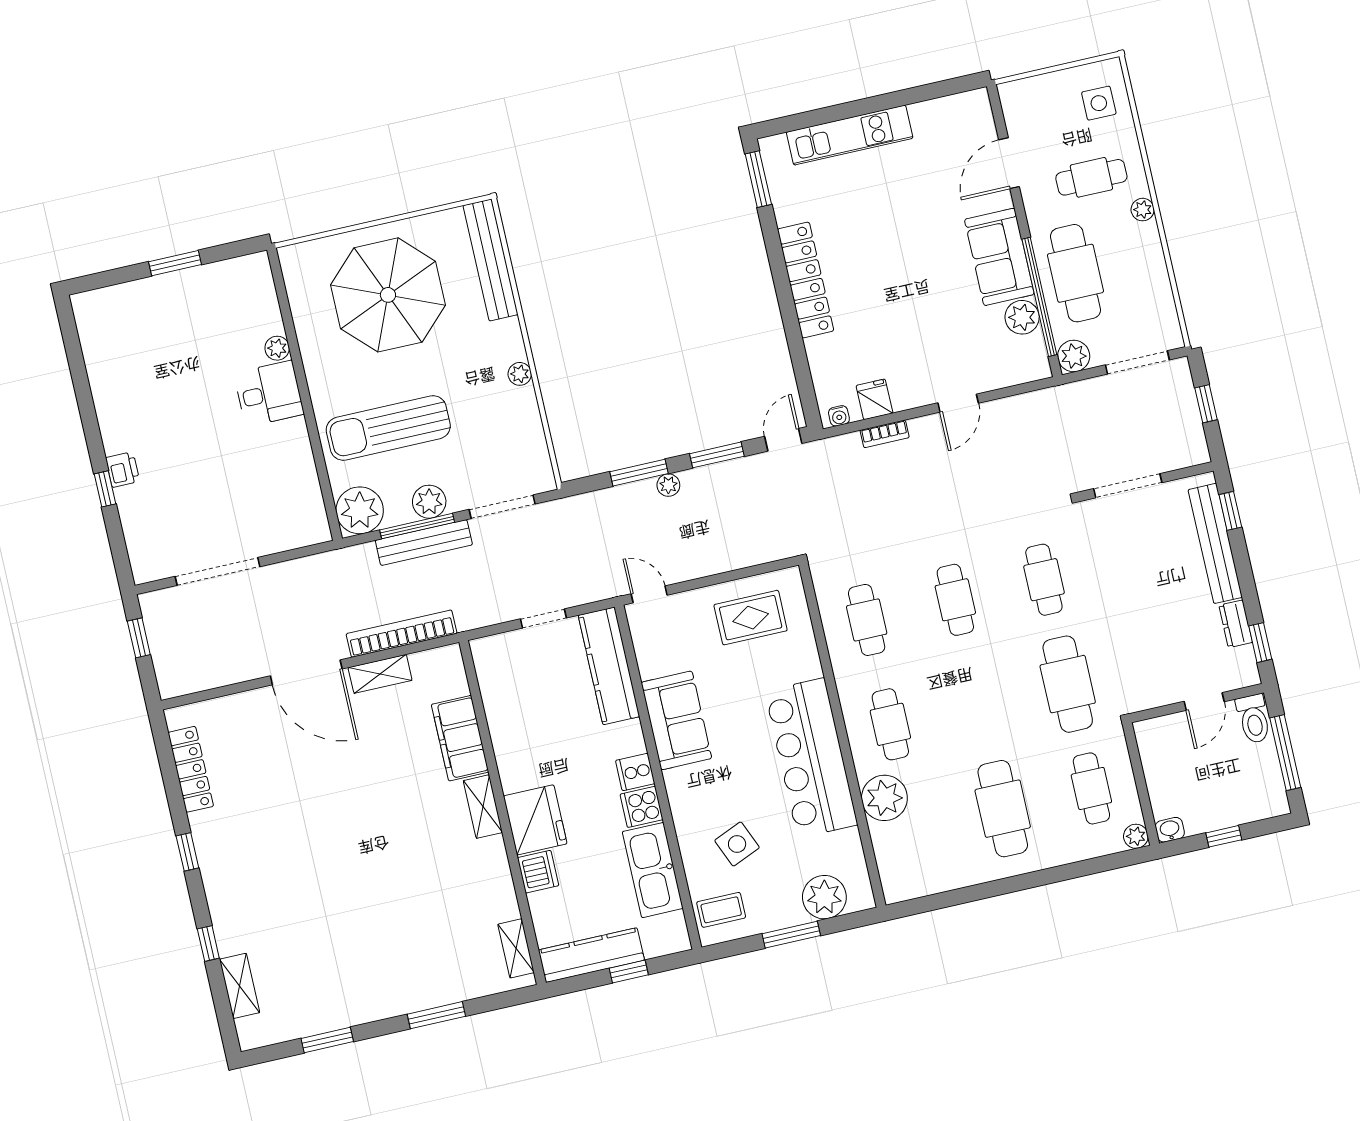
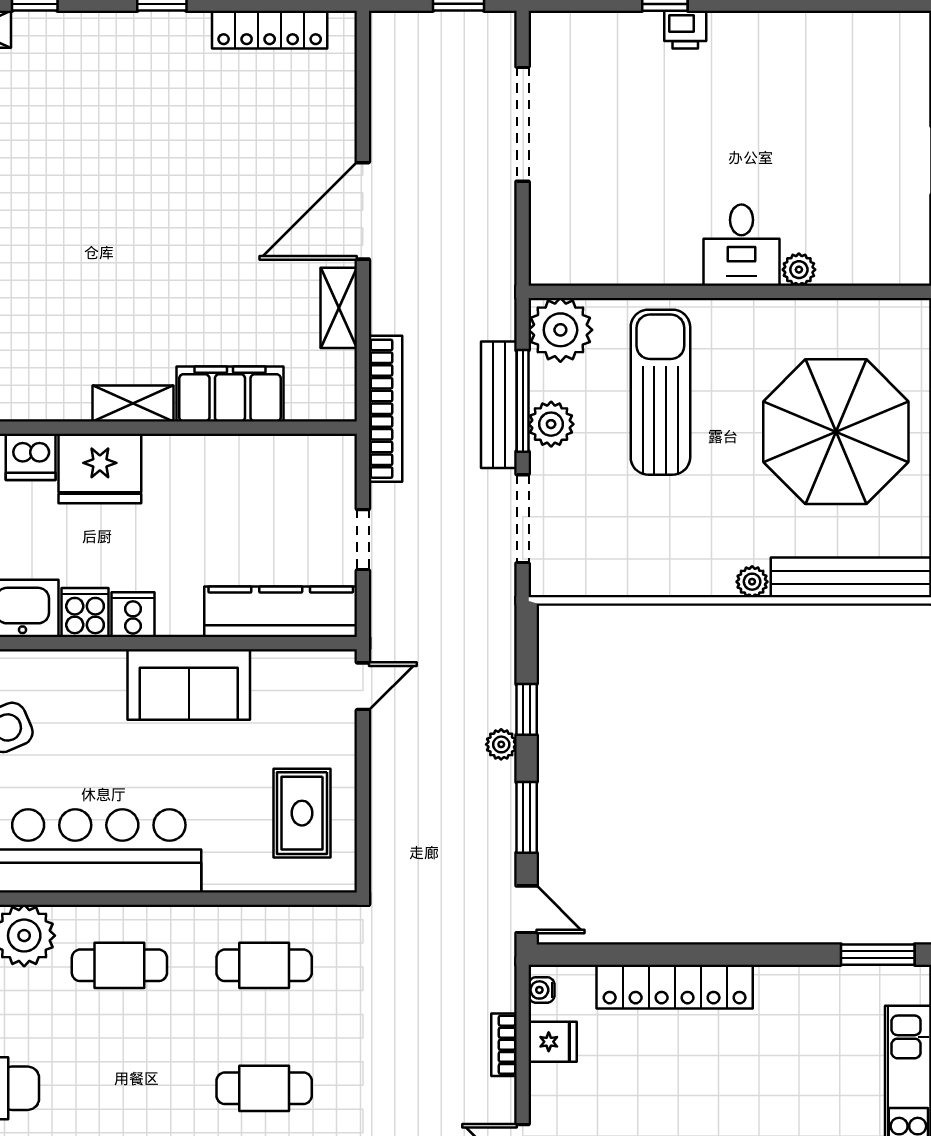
locker: (805, 280) -> (675, 987), moved
plant: (520, 374) -> (752, 582), moved
window: (639, 473) -> (527, 709), width x0.67
bookcase: (401, 634) -> (385, 409), moved

